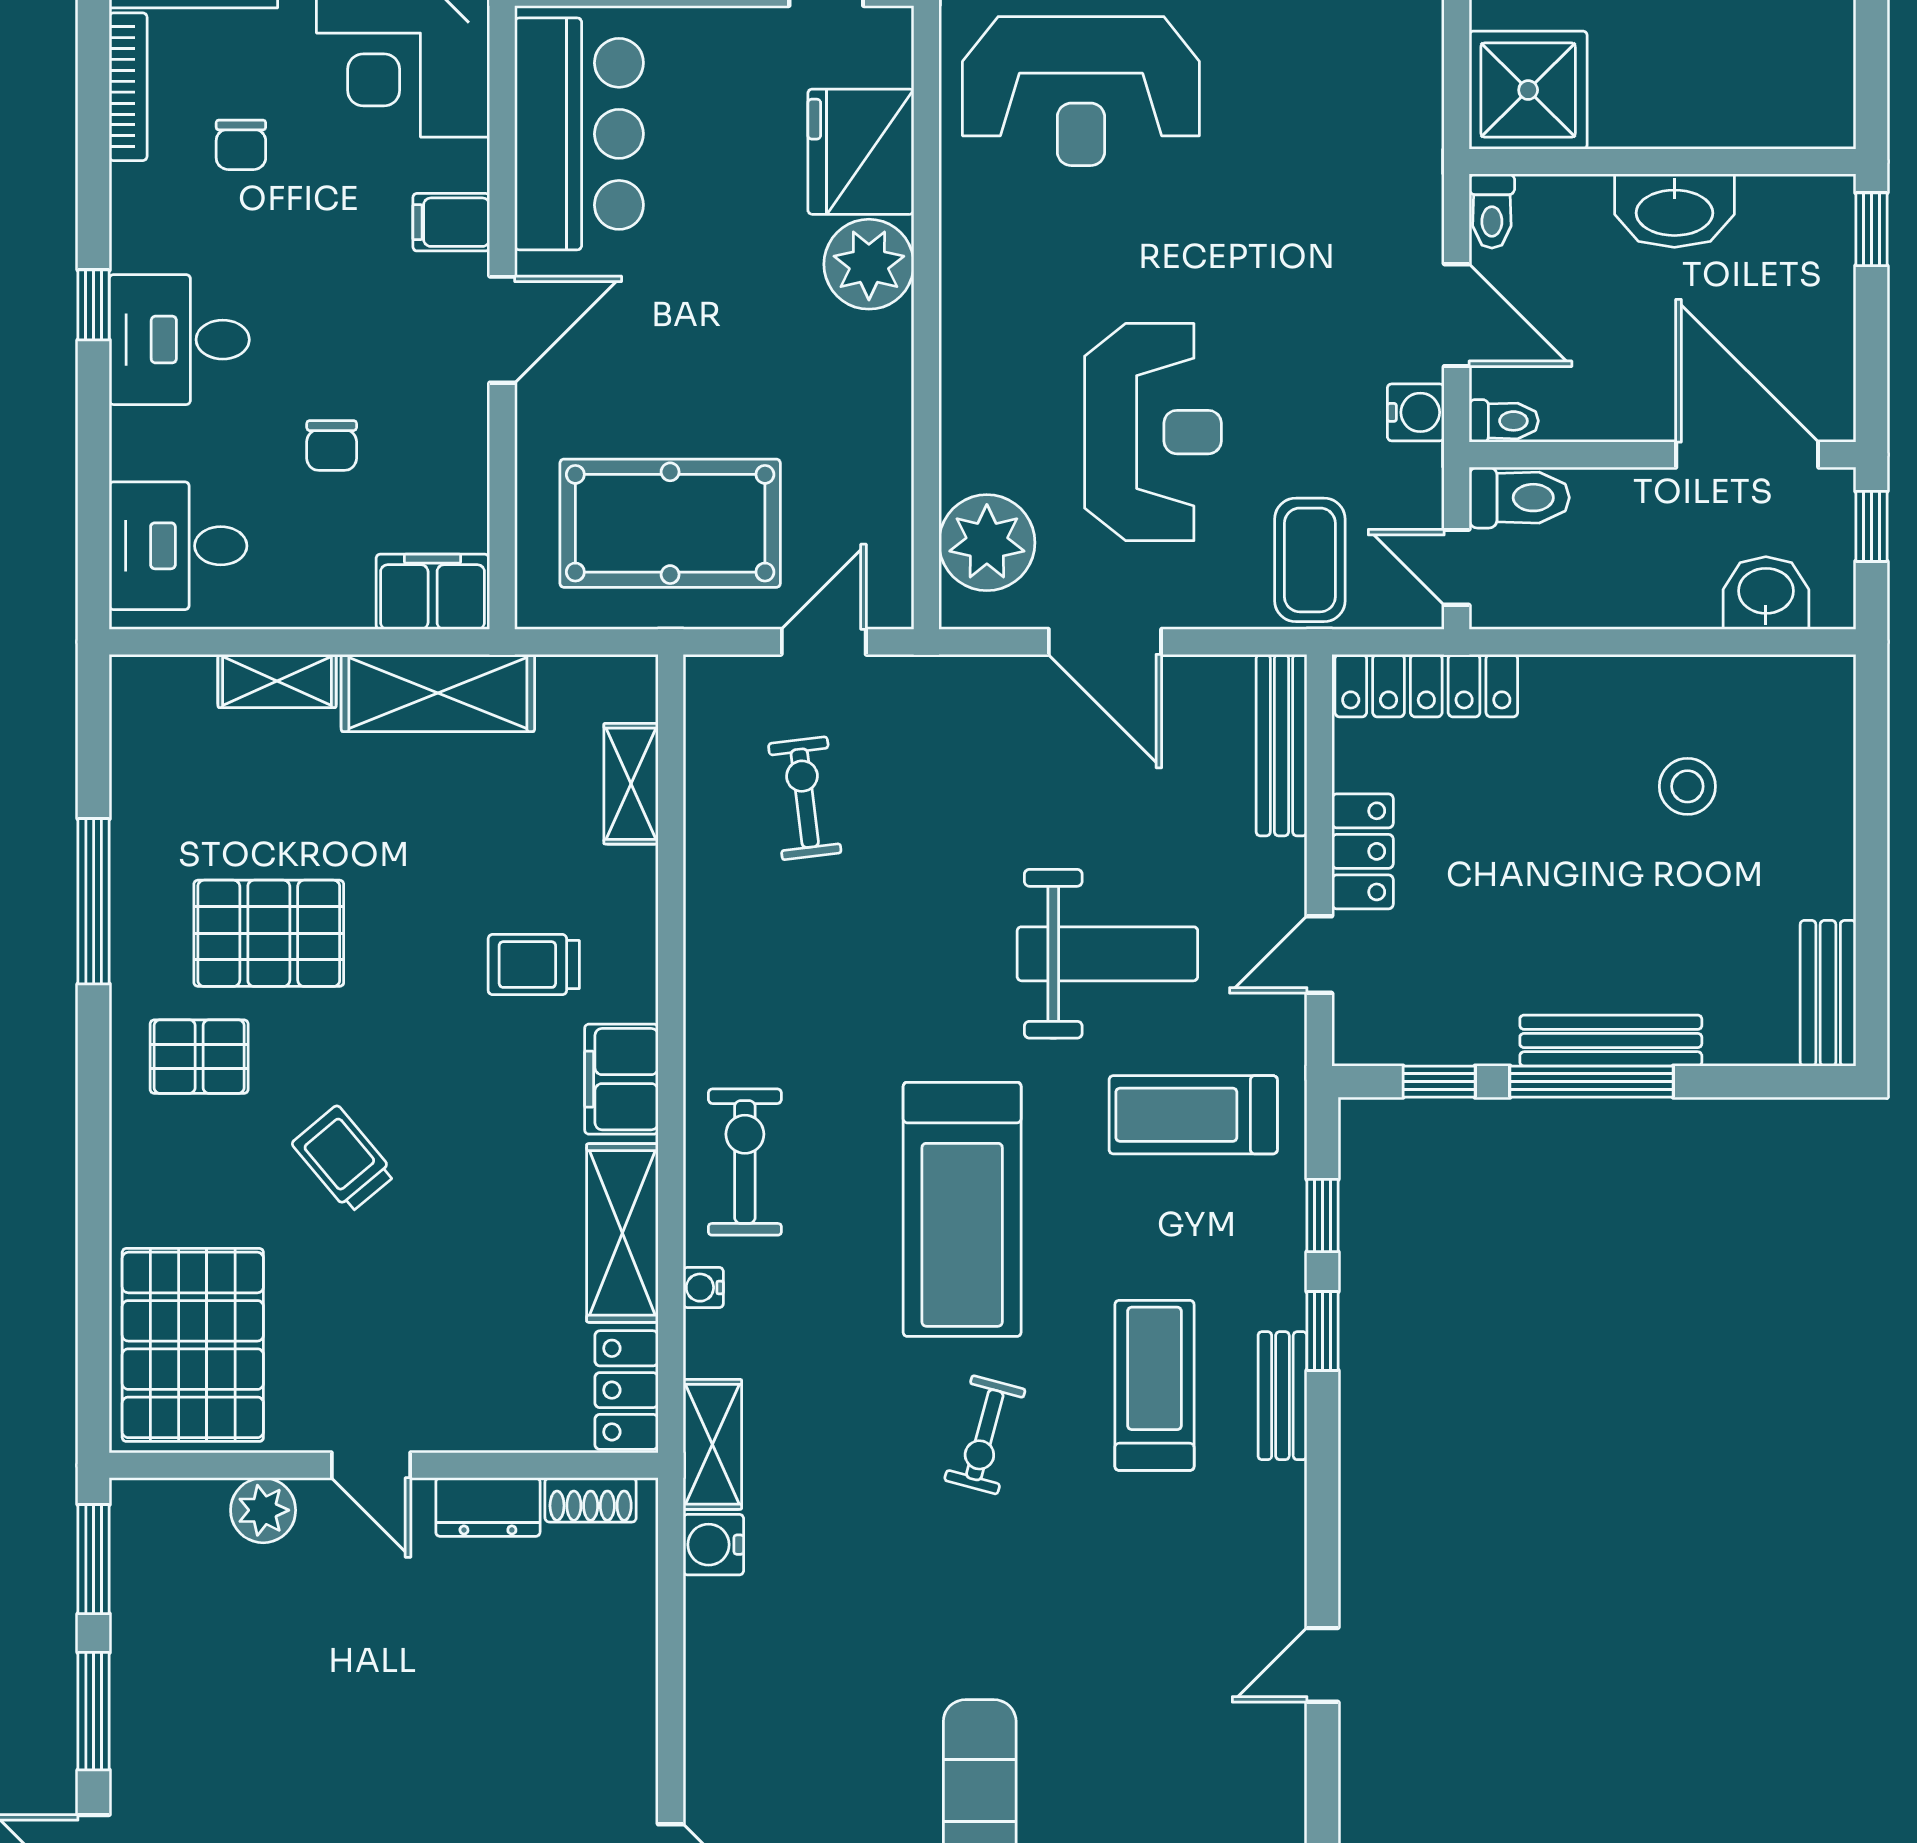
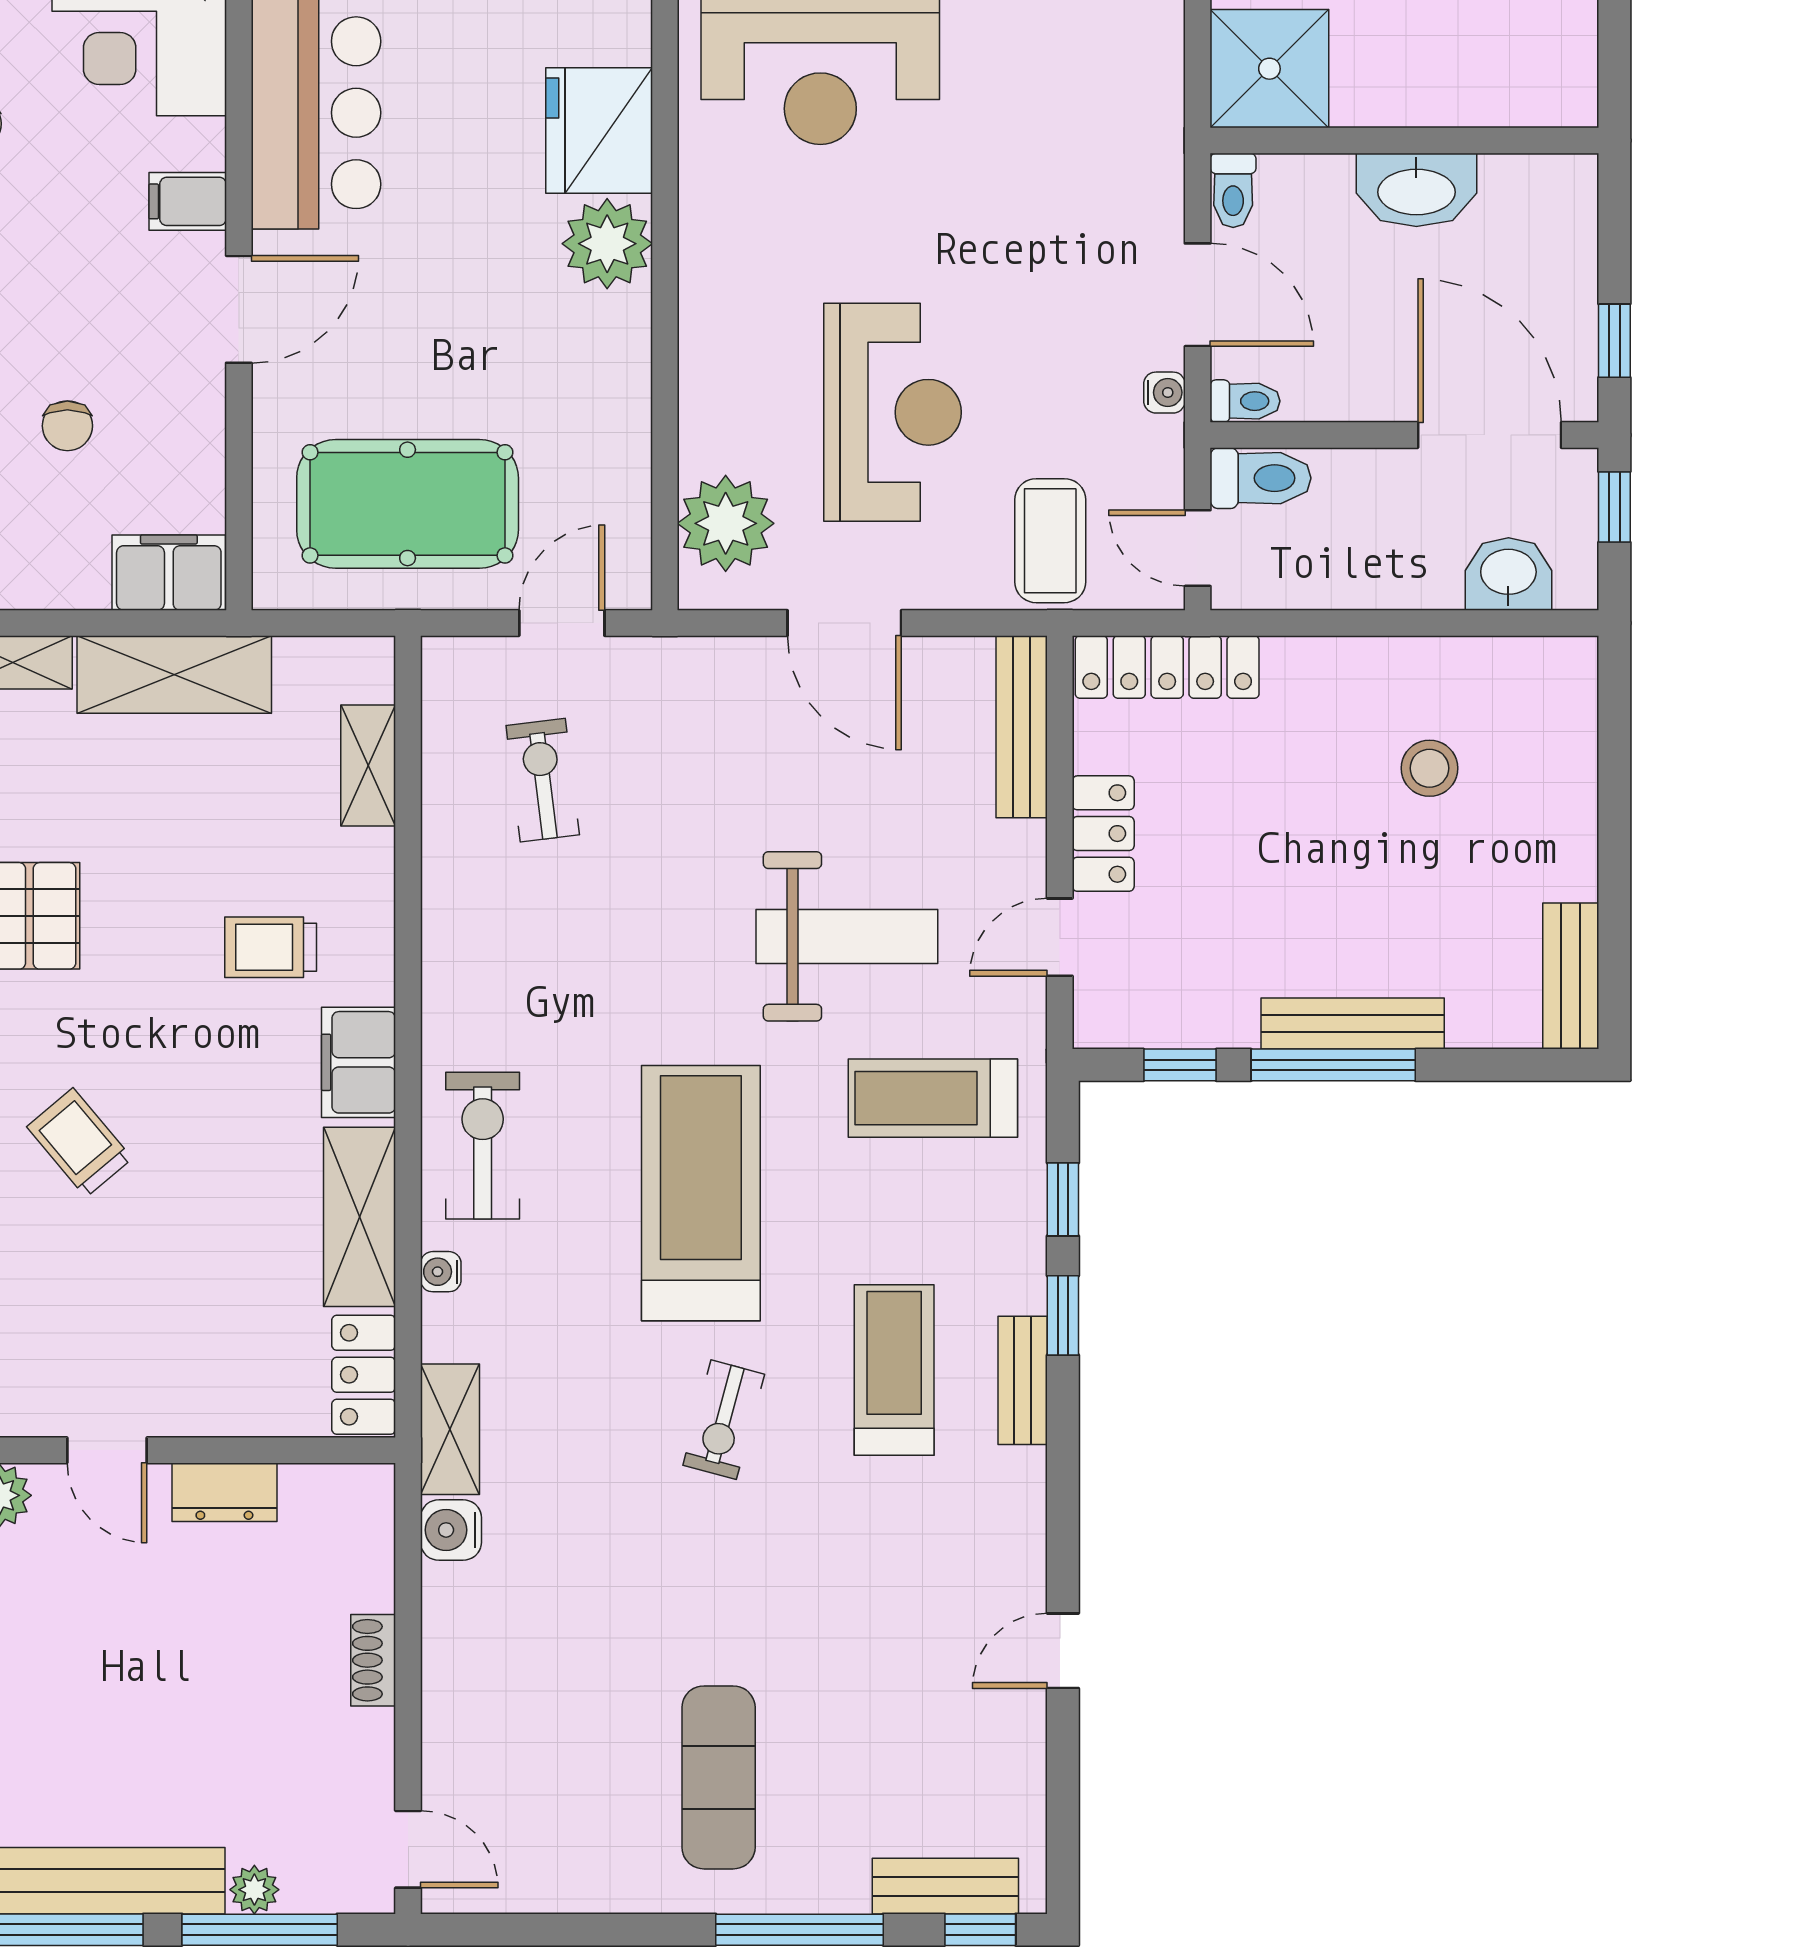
window: (1871, 229) -> (1614, 341), moved
water cooler: (1416, 412) -> (1164, 393), width x0.72, depth x0.72
treadmill: (962, 1209) -> (701, 1193), turned 180
shoe rack: (591, 1500) -> (373, 1660), moved, turned 90

